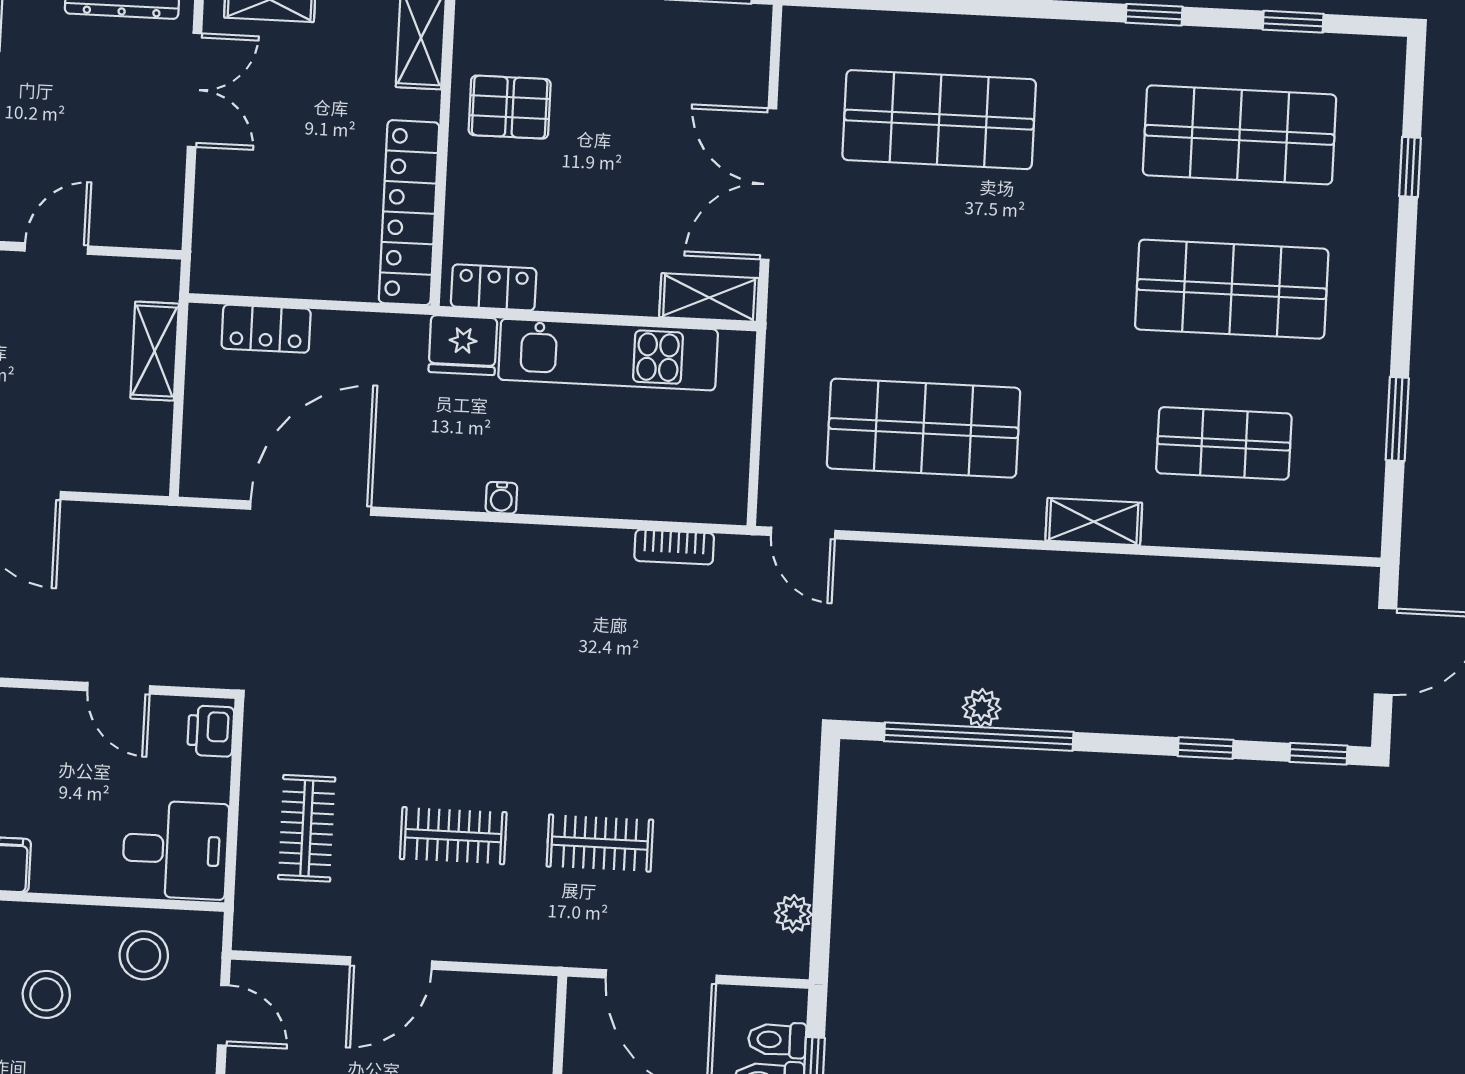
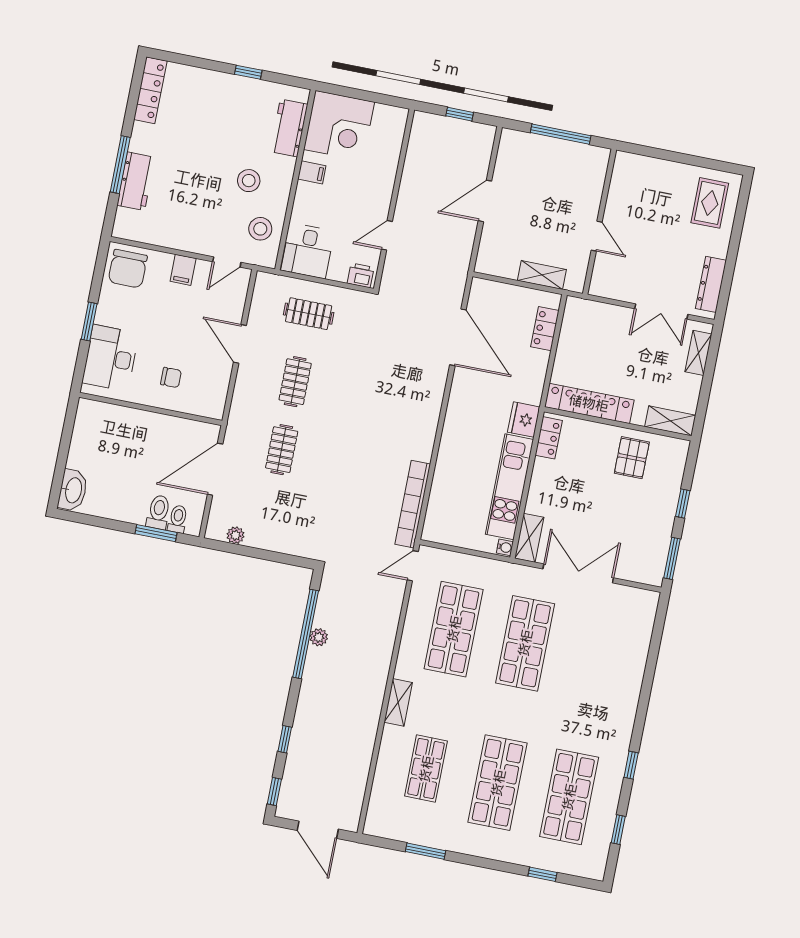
shop shelf: (939, 120) -> (525, 643), moved
water cooler: (501, 498) -> (505, 547), moved, turned 180
bookcase: (674, 547) -> (413, 504), width x2.31, depth x1.31

